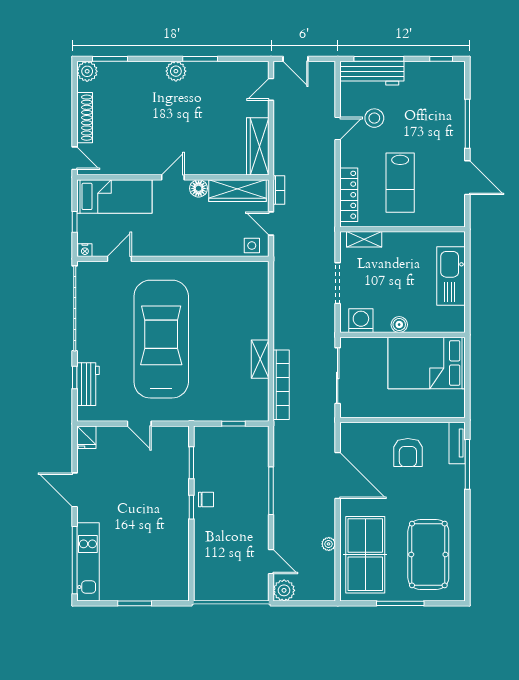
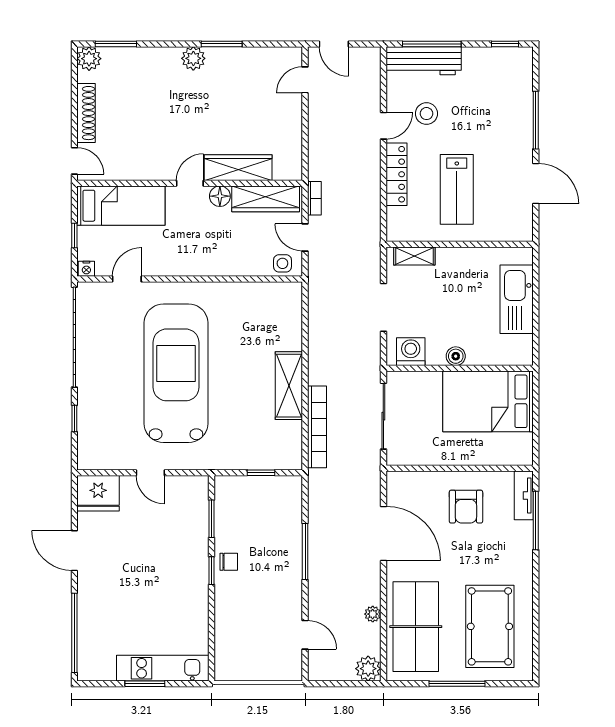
wardrobe: (258, 146) -> (238, 168), moved, turned 90
locker: (349, 195) -> (396, 174), moved
shelving: (260, 359) -> (289, 386), width x1.50, depth x1.33
workbench: (88, 384) -> (90, 426), removed
fridge: (86, 437) -> (98, 493), width x1.88, depth x1.34
kitchen unit: (88, 562) -> (163, 668), moved, turned -90
plant: (284, 590) -> (368, 669), moved

